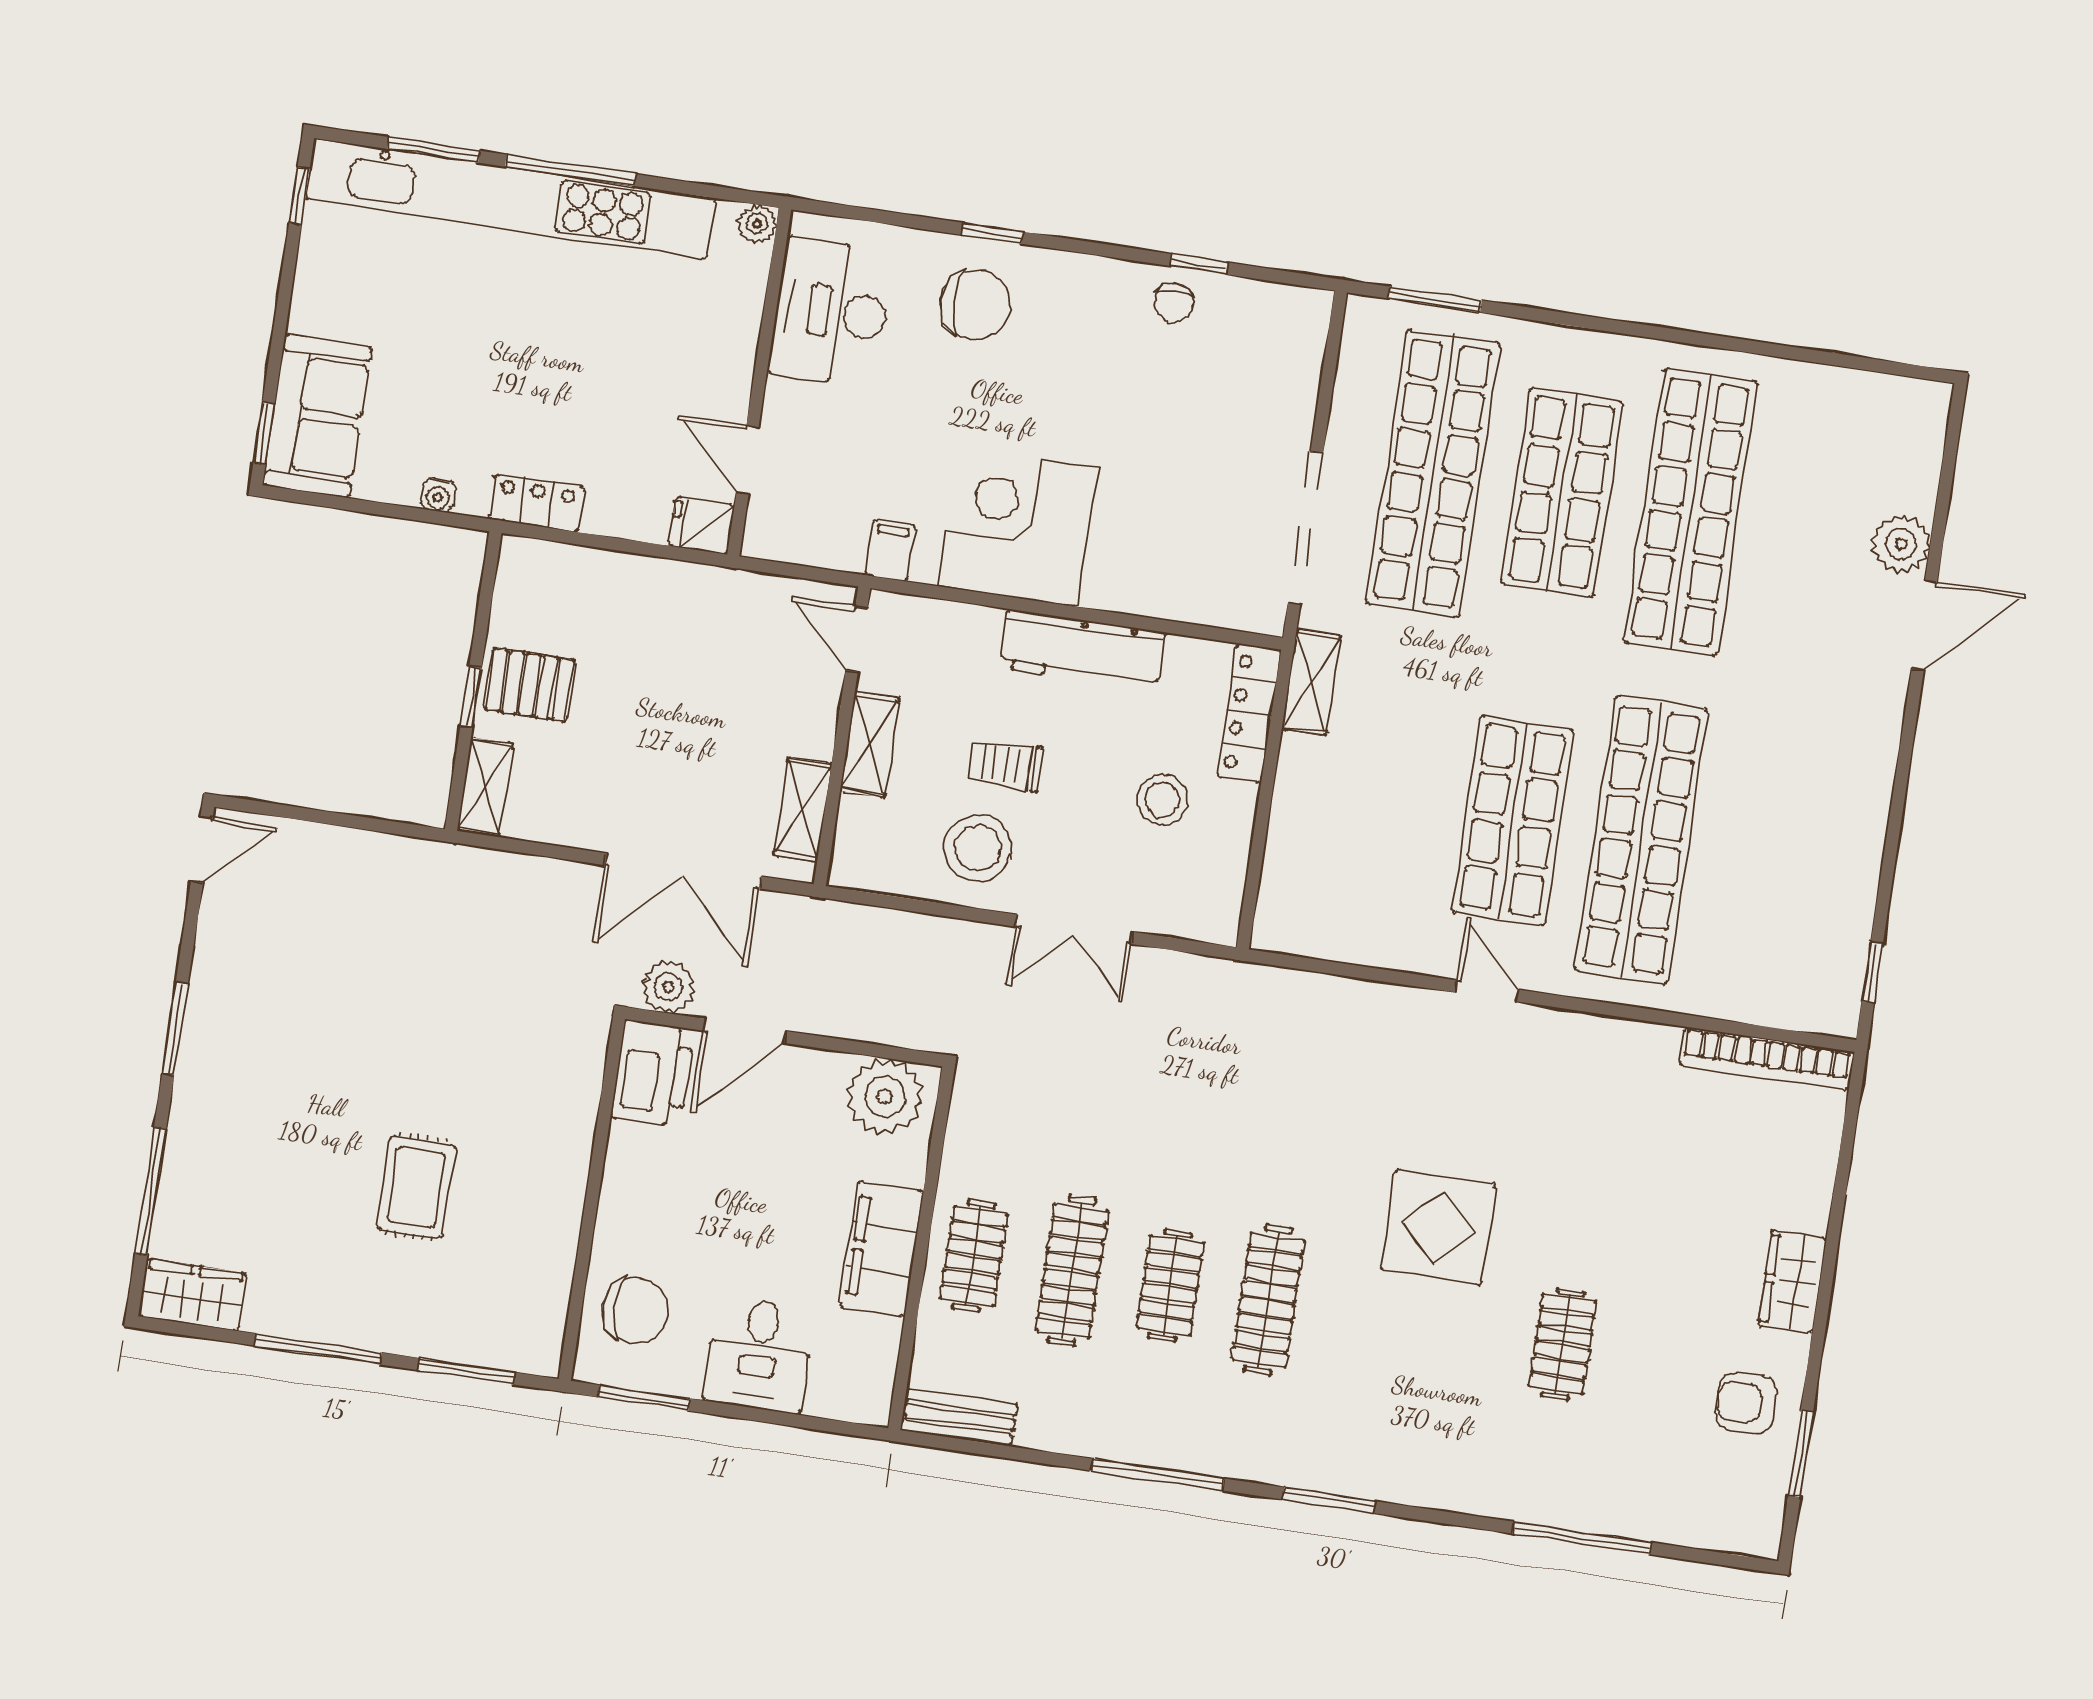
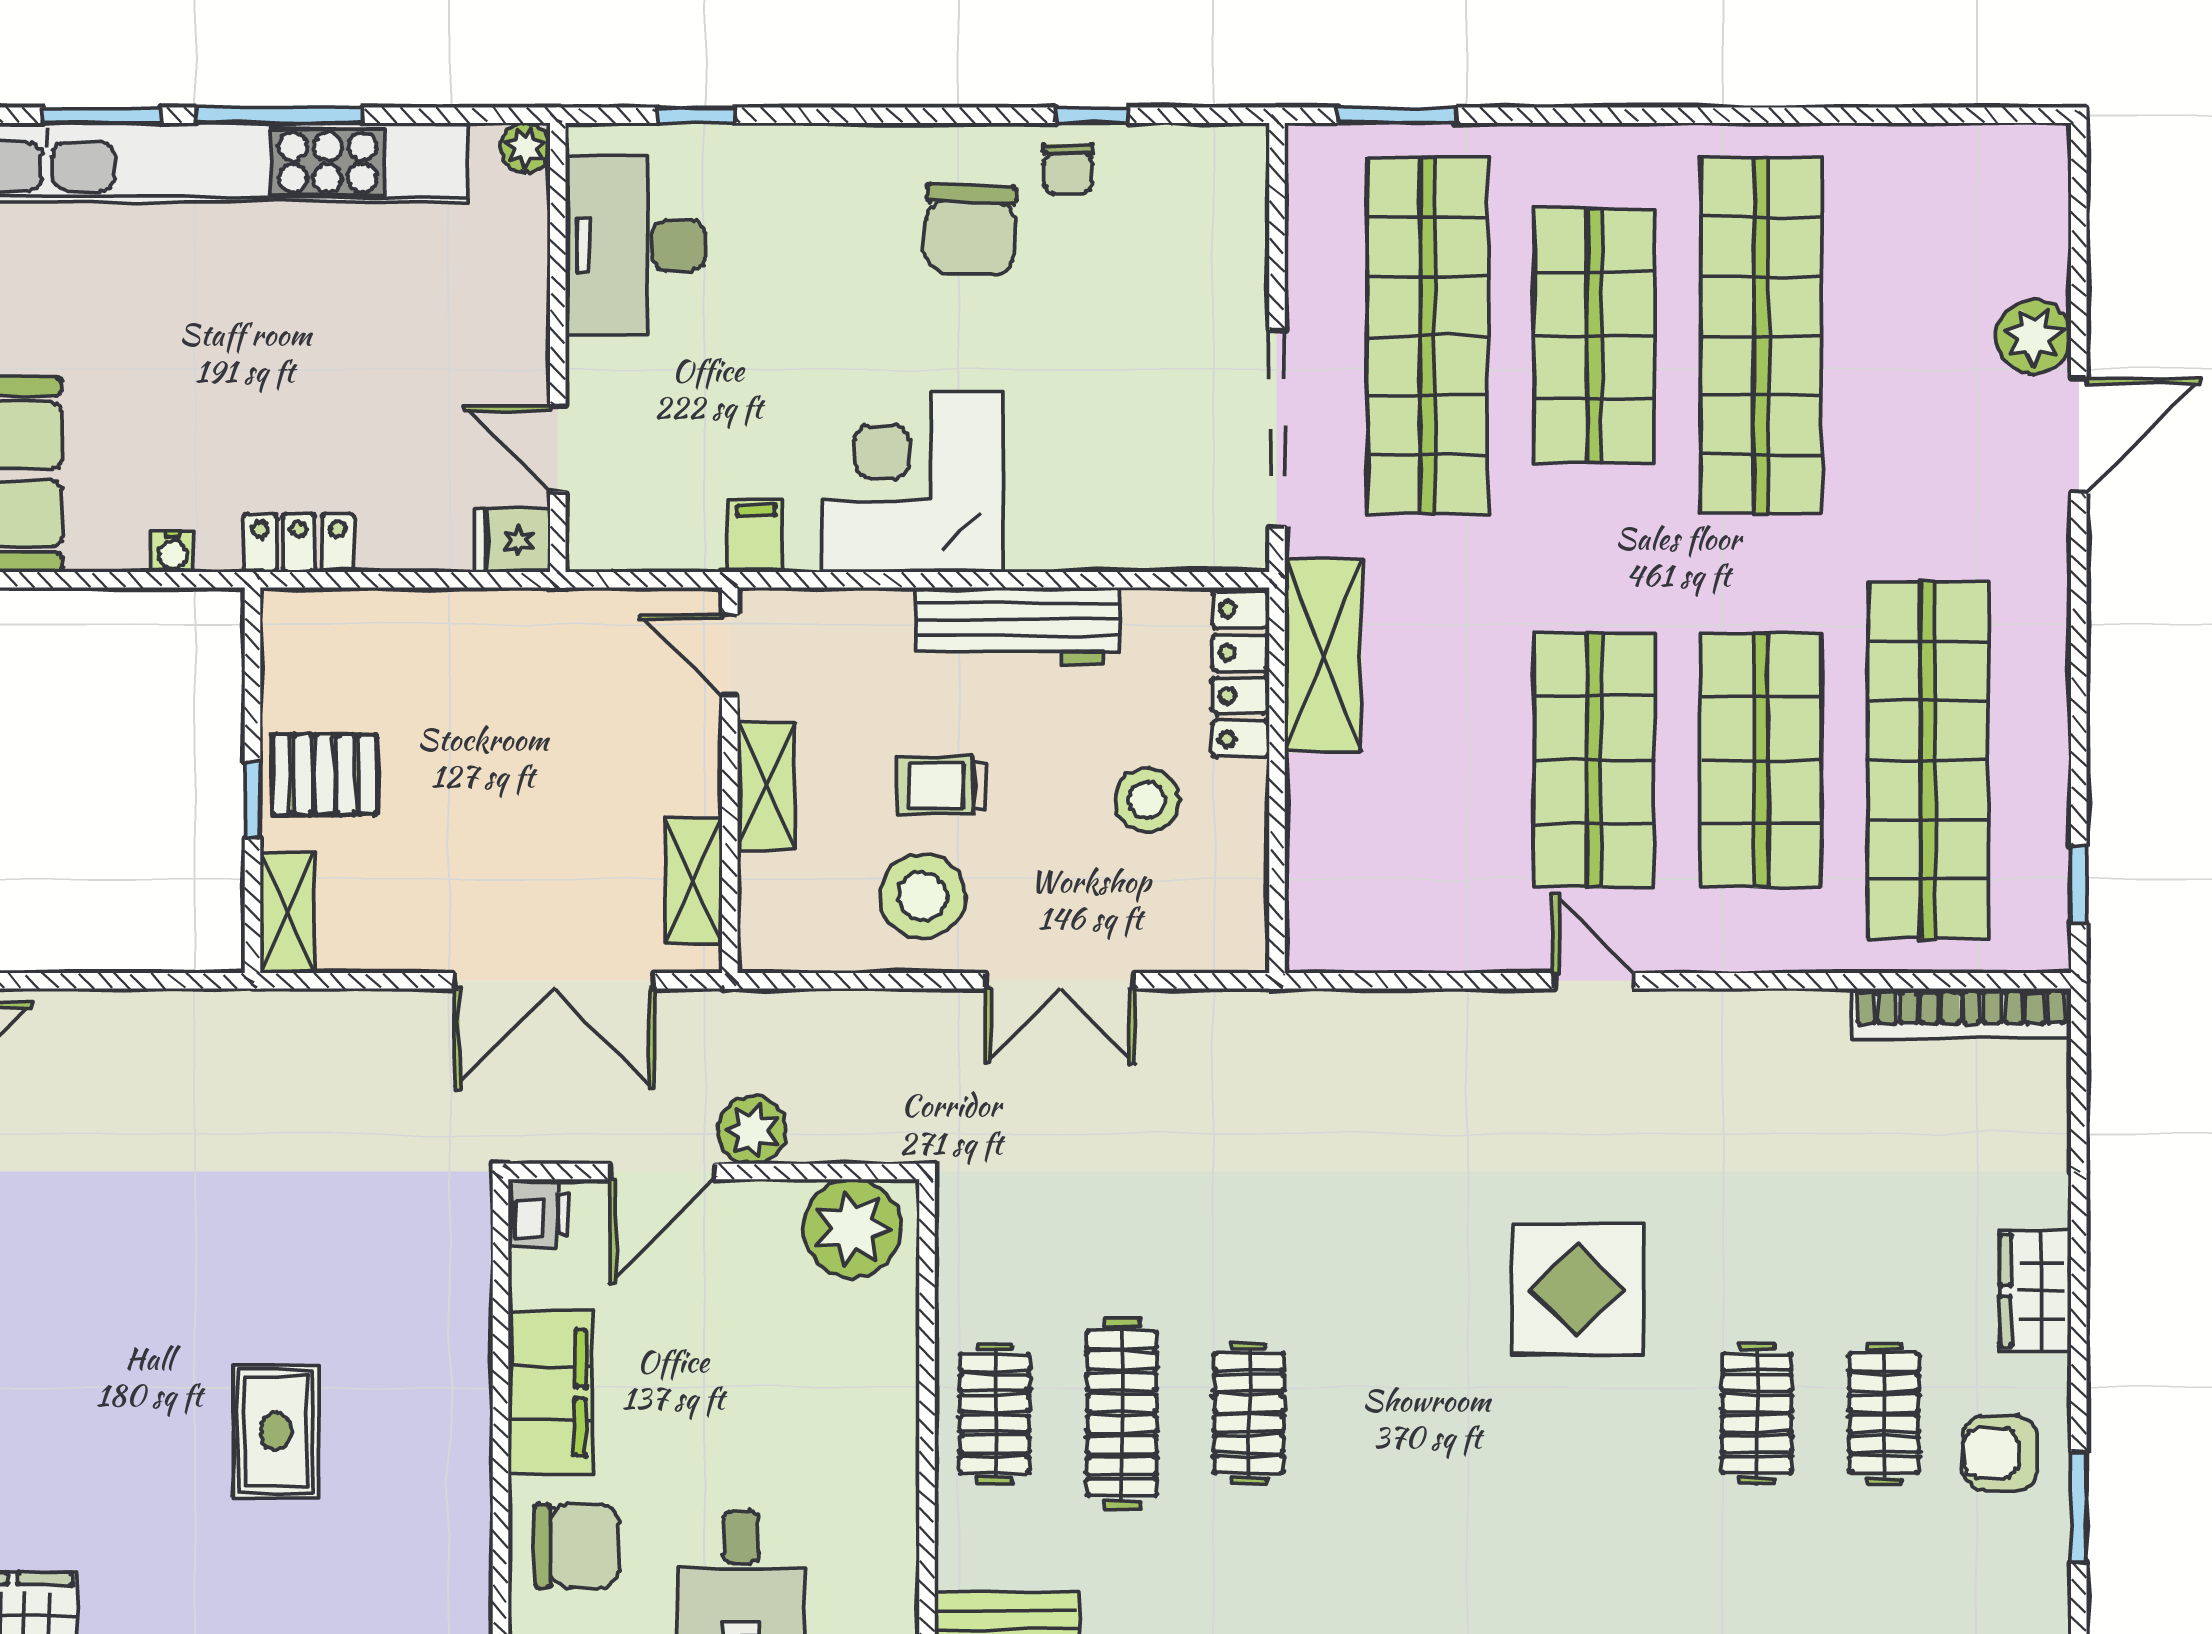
window: (992, 233) -> (696, 115), moved
chair: (975, 304) -> (970, 229), moved, turned 92
shelving: (1311, 683) -> (1323, 656), width x1.50, depth x1.33
shop shelf: (1641, 840) -> (1761, 760), width x0.71
shop shelf: (1770, 859) -> (1928, 760), added
plant: (668, 987) -> (752, 1130), moved
printer: (653, 1073) -> (539, 1213), width x0.53, depth x0.68
filing cabinet: (882, 1249) -> (551, 1393), moved, turned 180
clothes rail: (1268, 1300) -> (1884, 1413), moved, width x0.73

